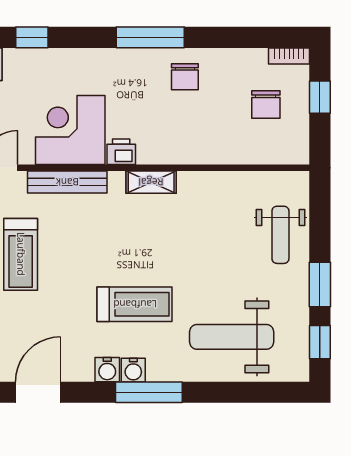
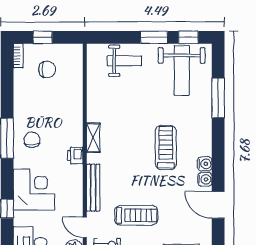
chair: (185, 77) -> (32, 140), moved, turned -90
corner desk: (70, 130) -> (34, 190), moved, turned 180
weight bench: (232, 337) -> (182, 70), moved
water cooler: (133, 370) -> (205, 179), moved
window: (149, 392) -> (218, 98), moved

